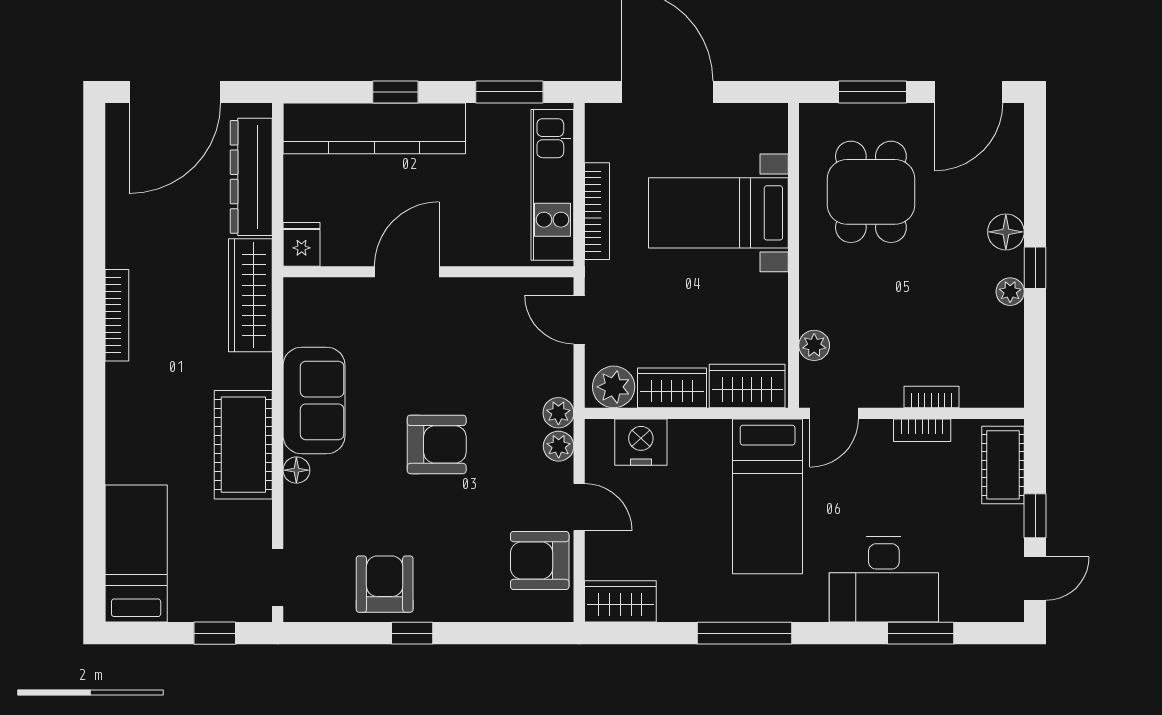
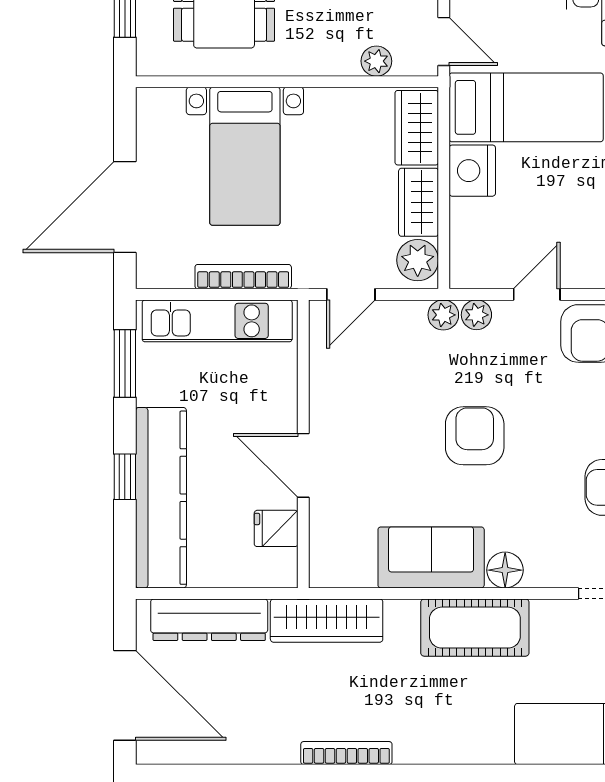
fridge: (302, 244) -> (276, 528), moved
nightstand: (641, 442) -> (472, 171), moved
floor lamp: (296, 470) -> (505, 570), width x1.37, depth x1.37

